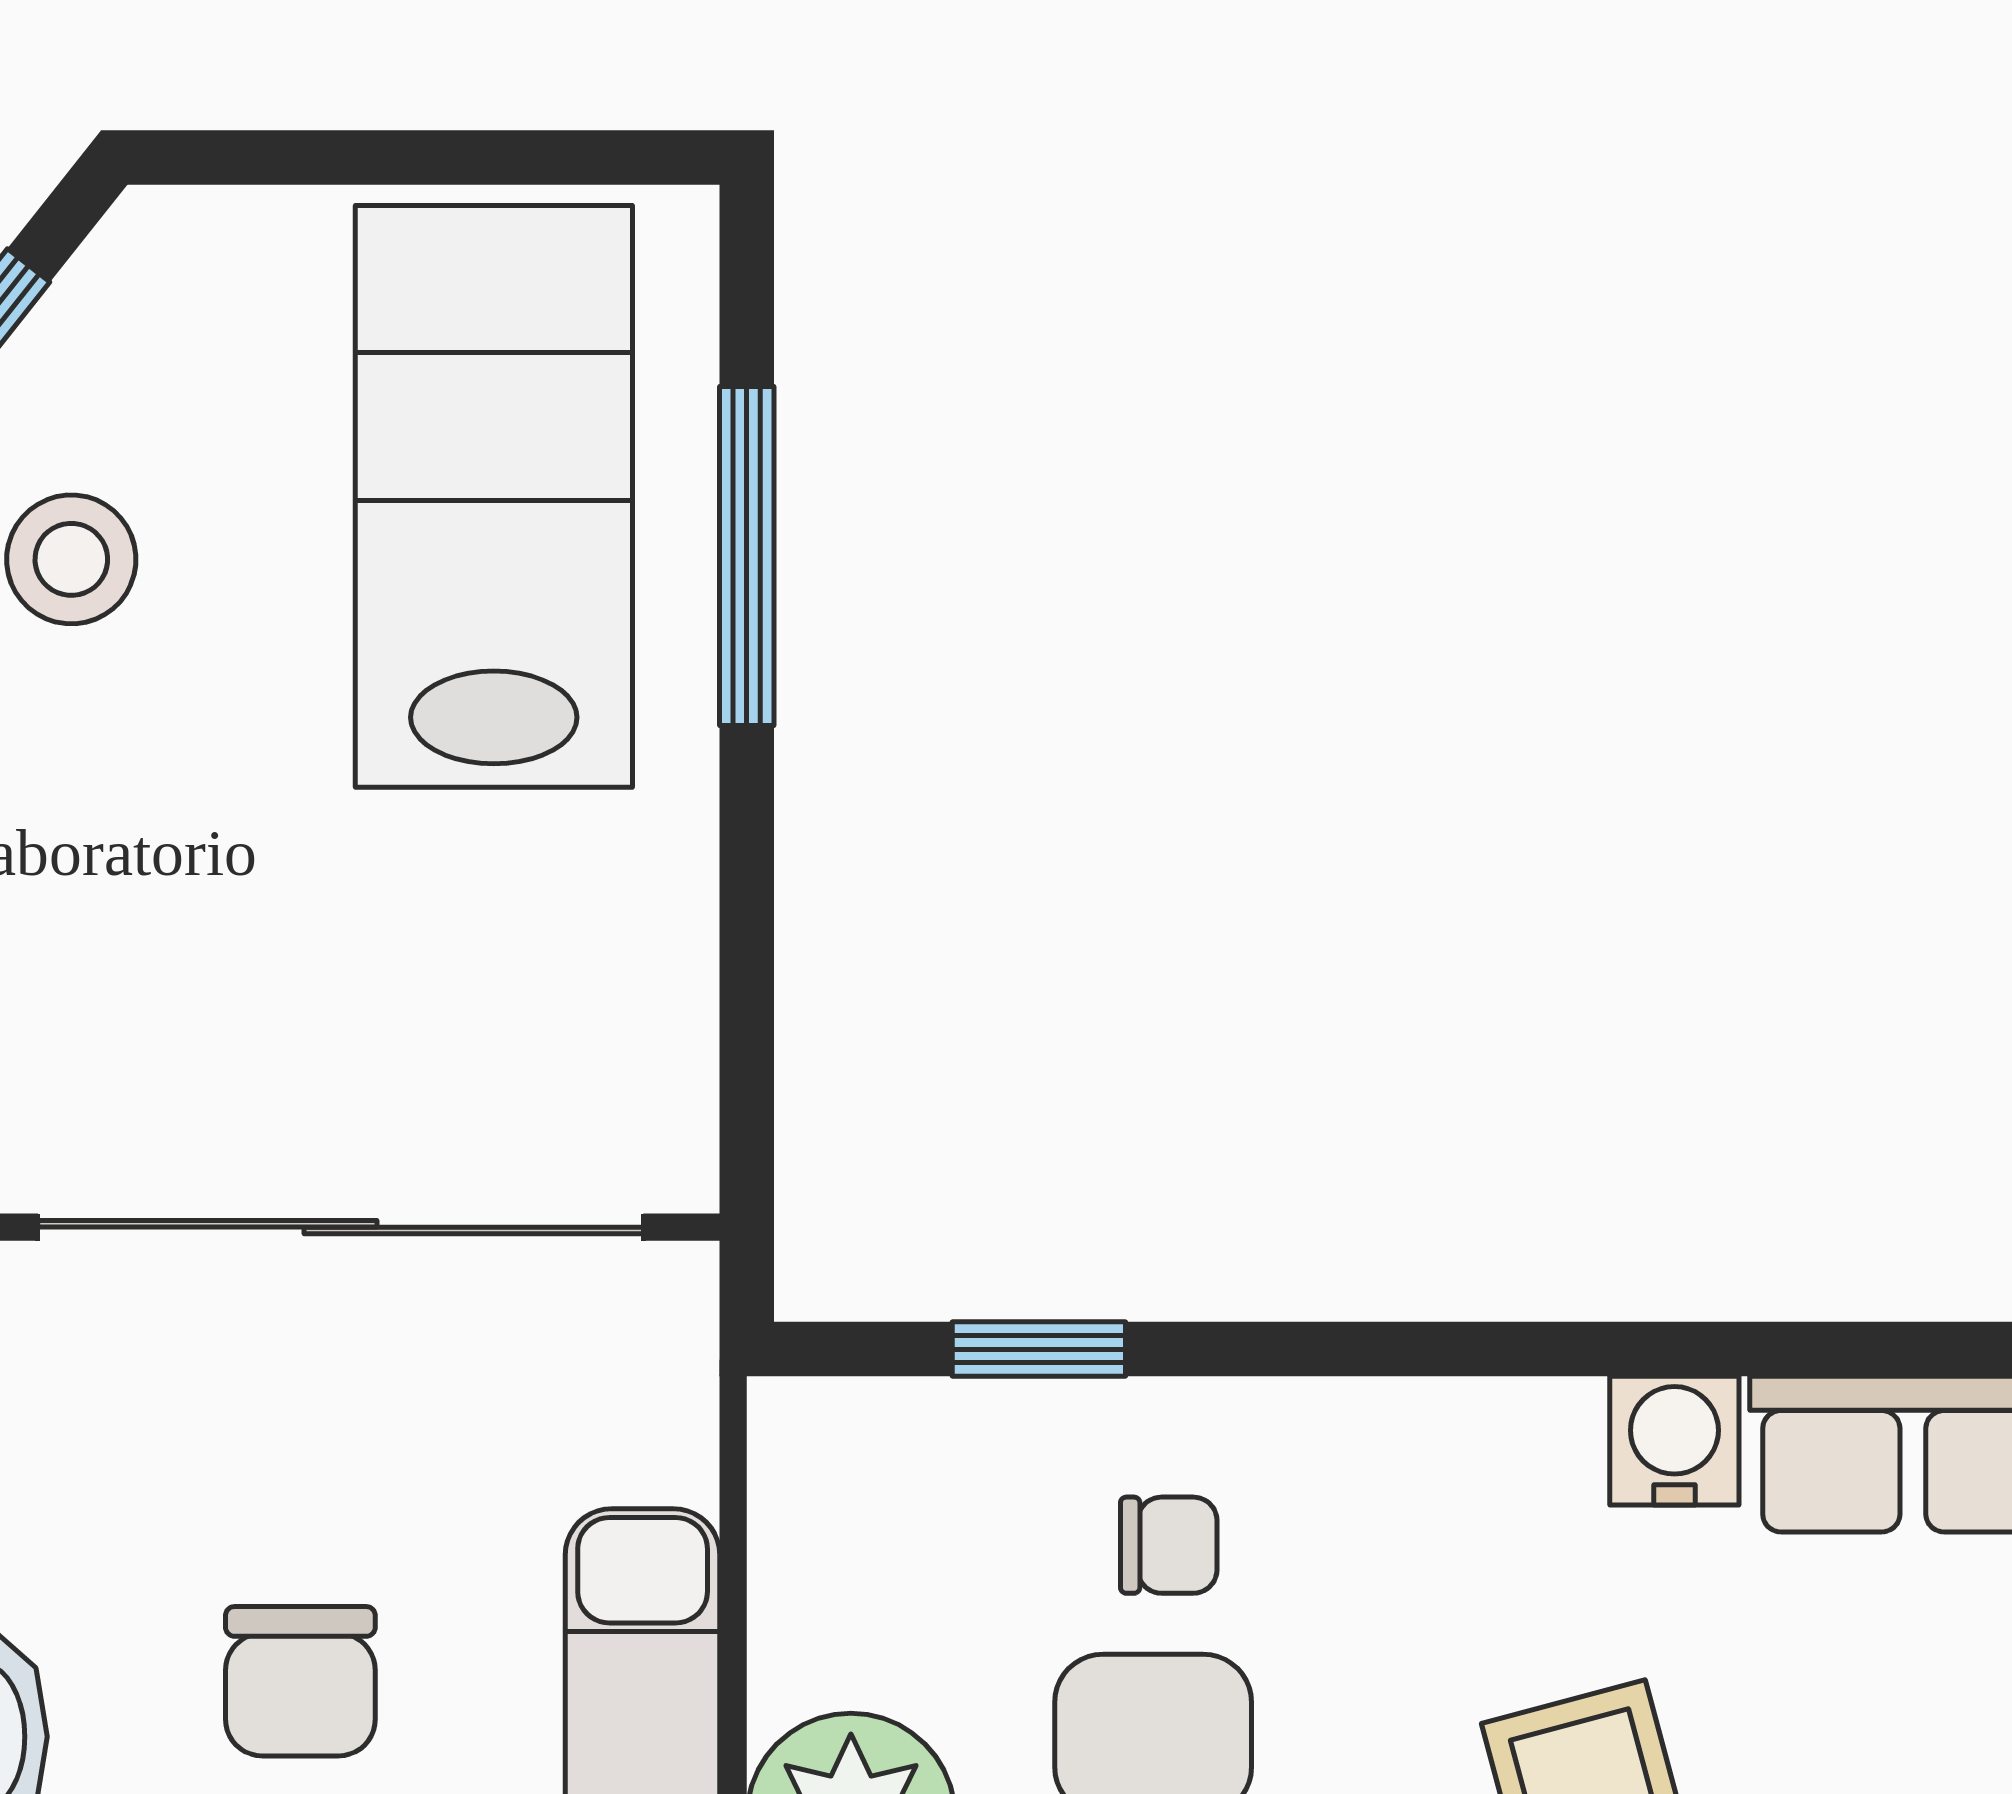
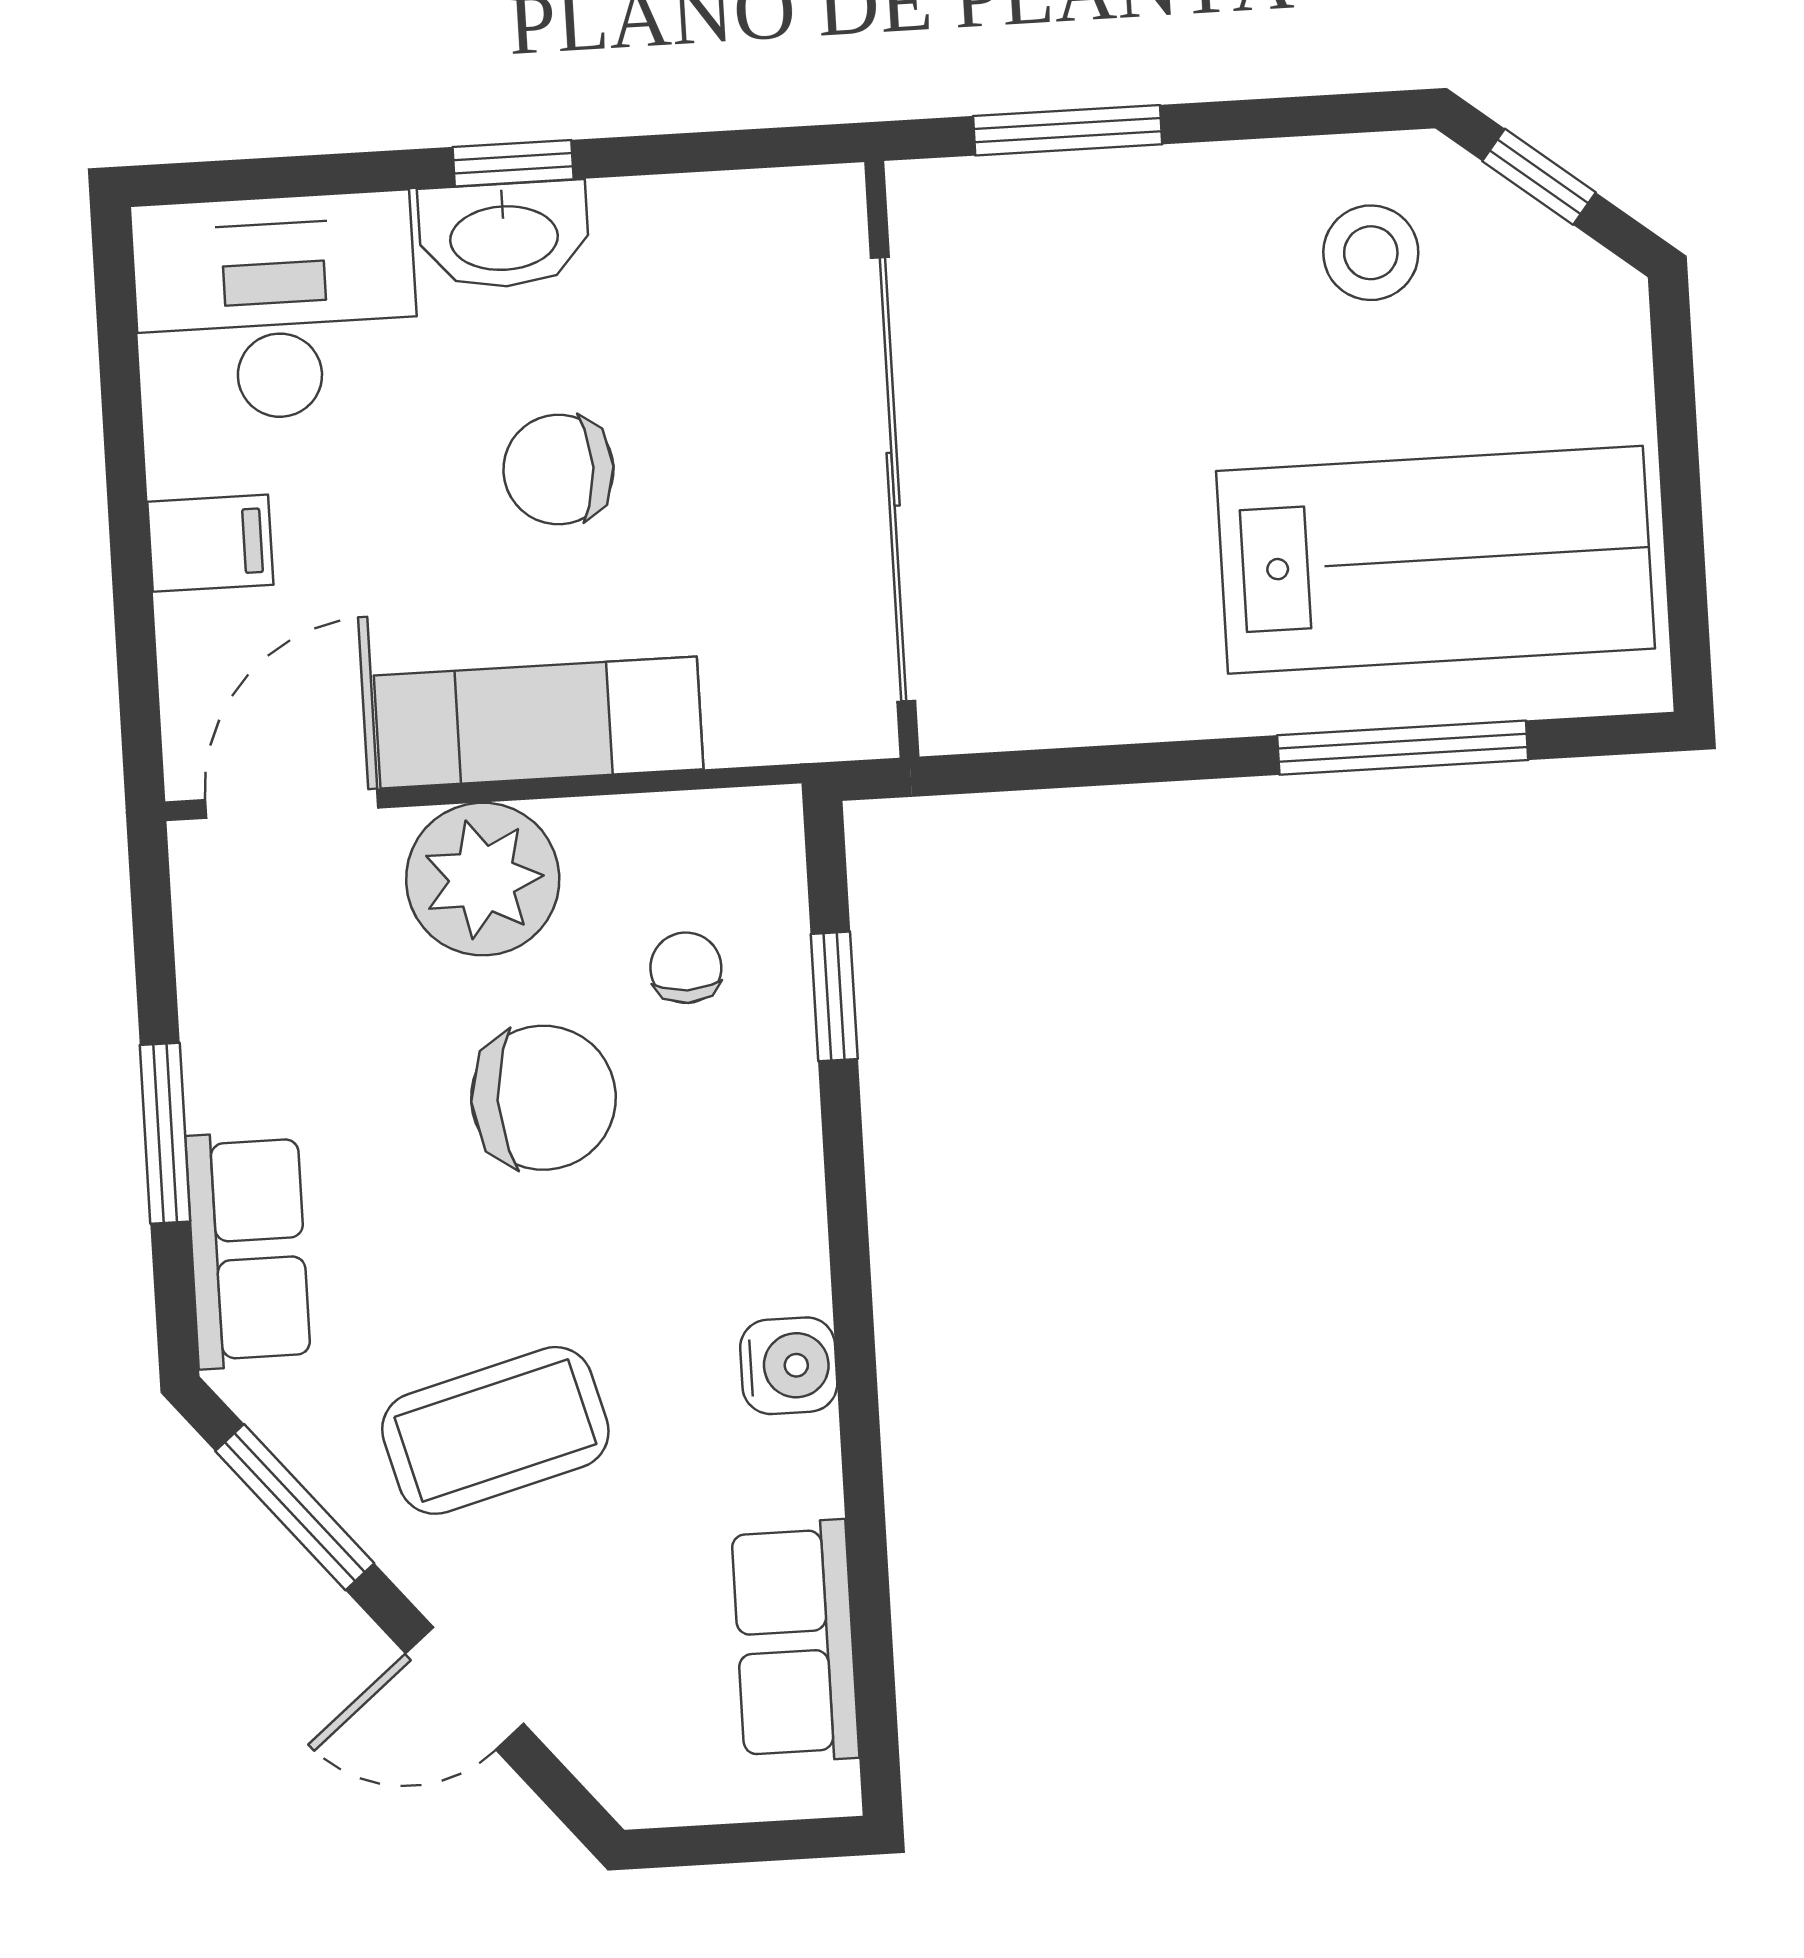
water cooler: (1674, 1441) -> (789, 1366), moved
chair: (1169, 1545) -> (686, 968), moved, turned 180

